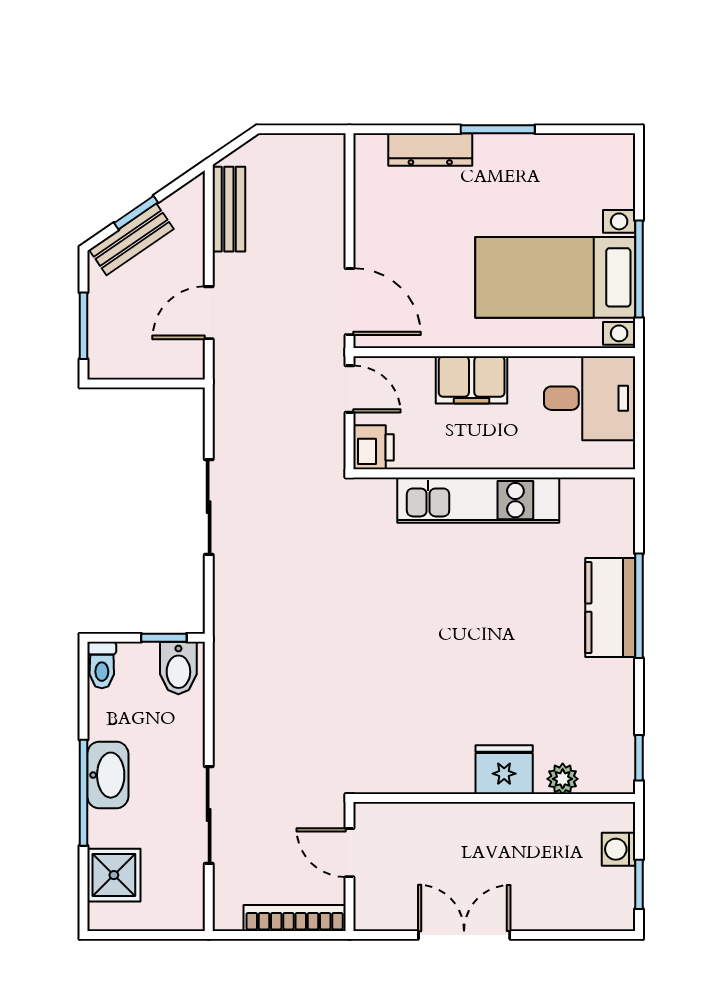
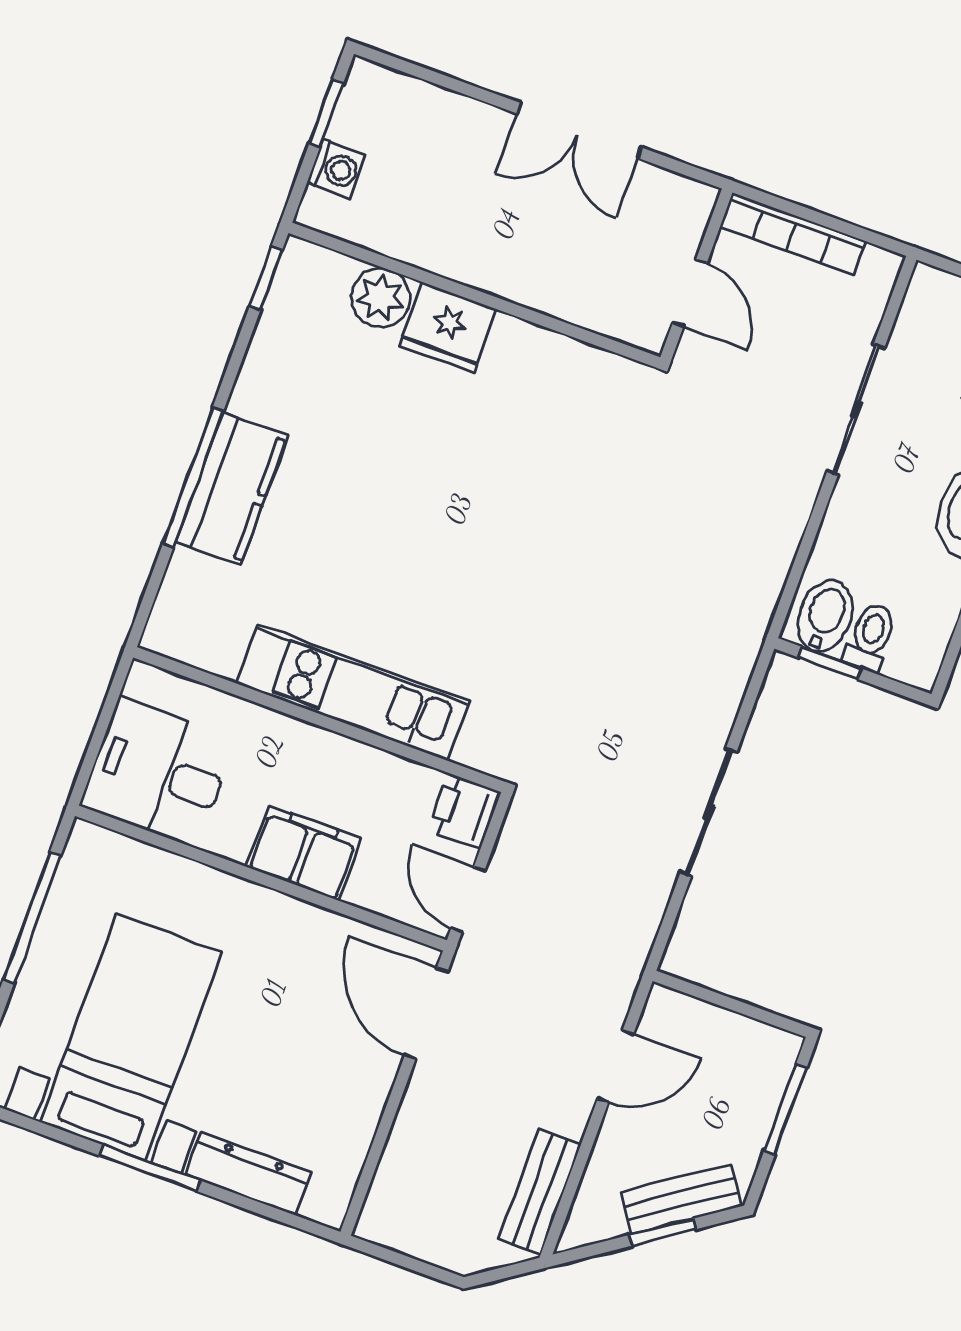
bed with nightstands: (555, 277) -> (131, 1037), moved, turned -90
toilet: (102, 665) -> (870, 637), moved
plant: (563, 779) -> (381, 298), width x1.38, depth x1.38

